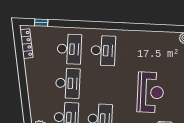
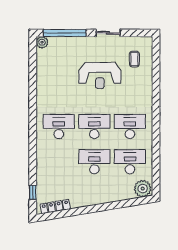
desk: (69, 49) -> (94, 127), moved
reception desk: (150, 92) -> (100, 76), turned 180

